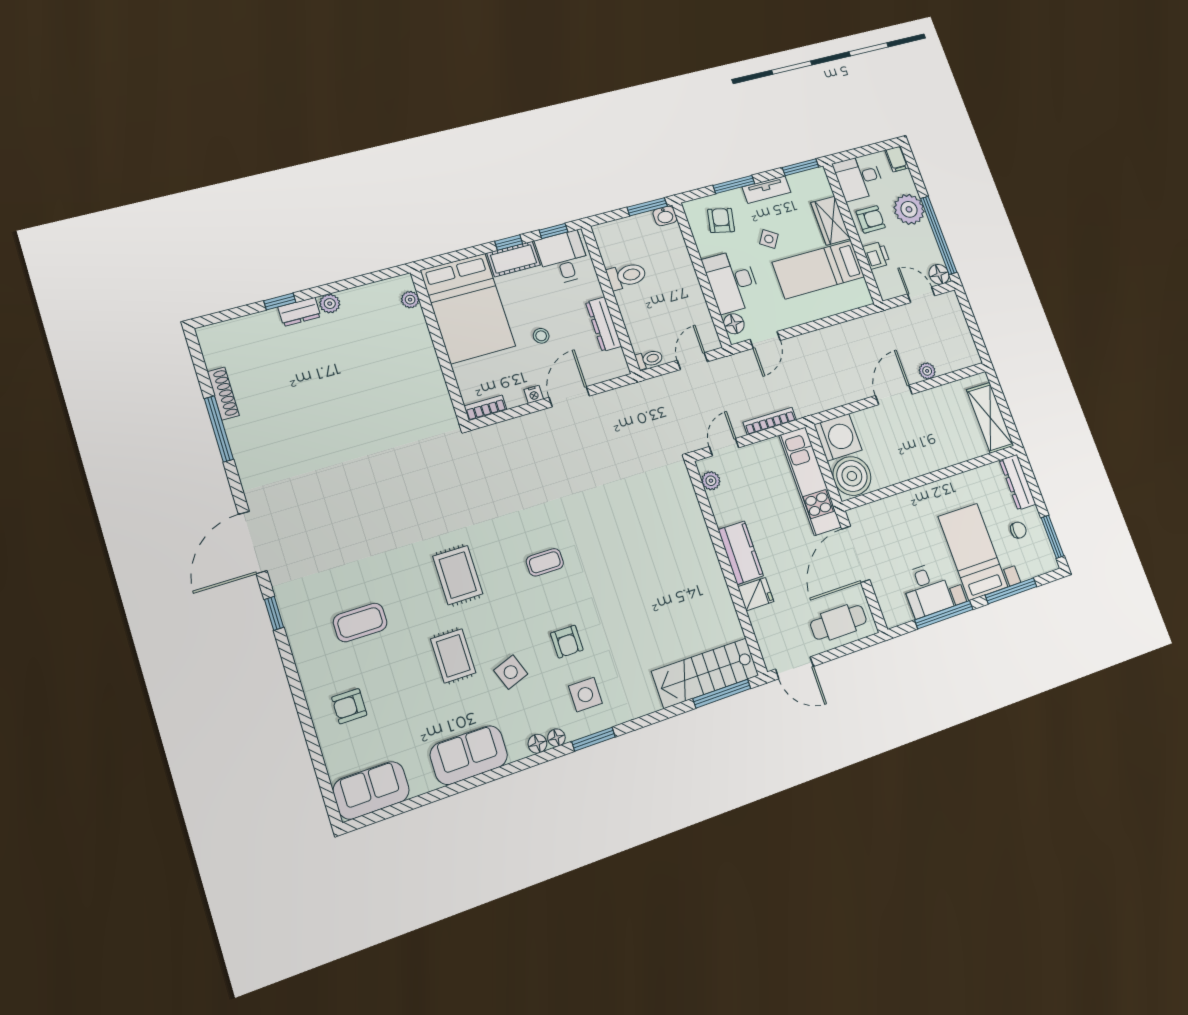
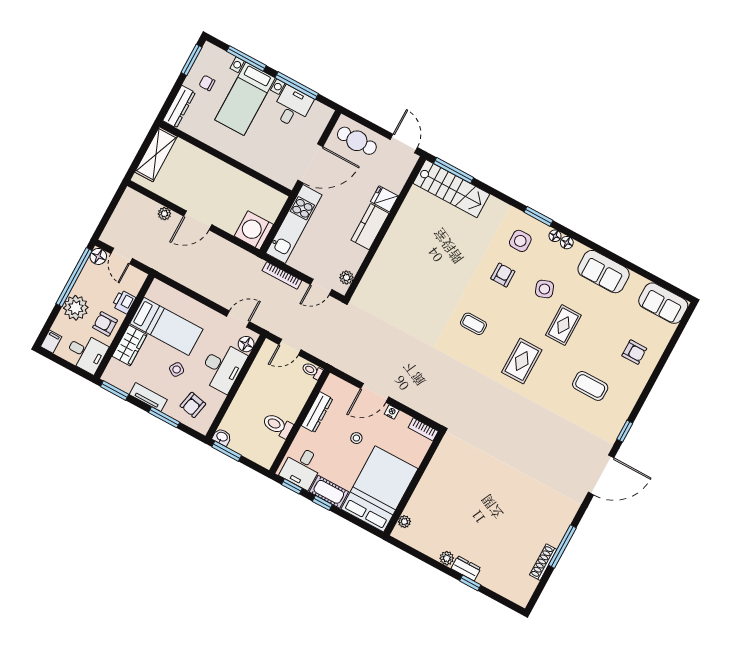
boiler: (852, 476) -> (268, 203), removed

